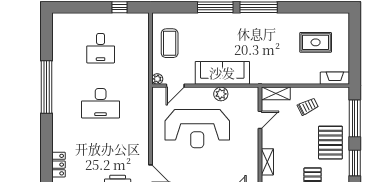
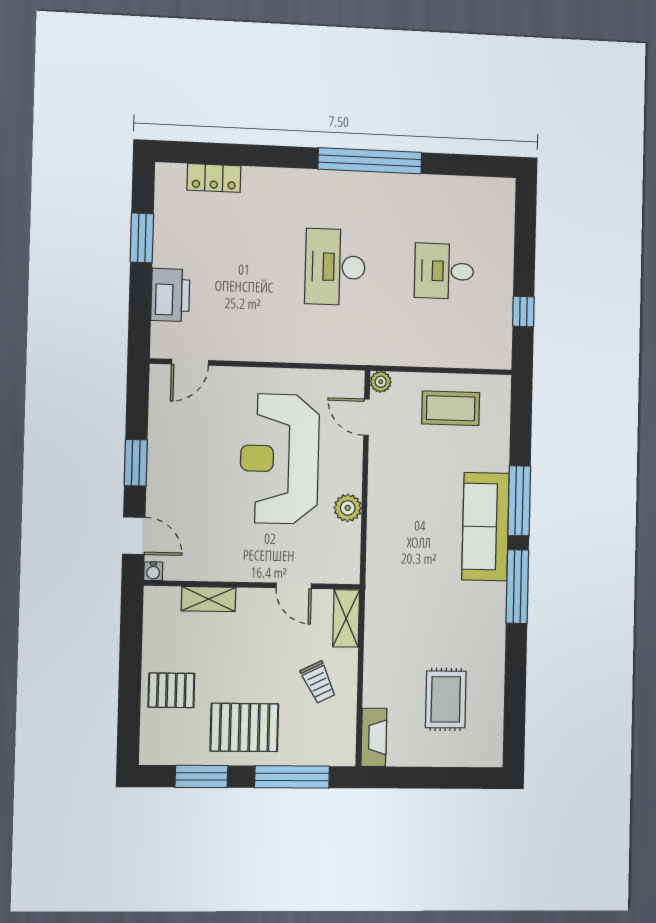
sofa: (222, 73) -> (486, 527), moved, turned 180

